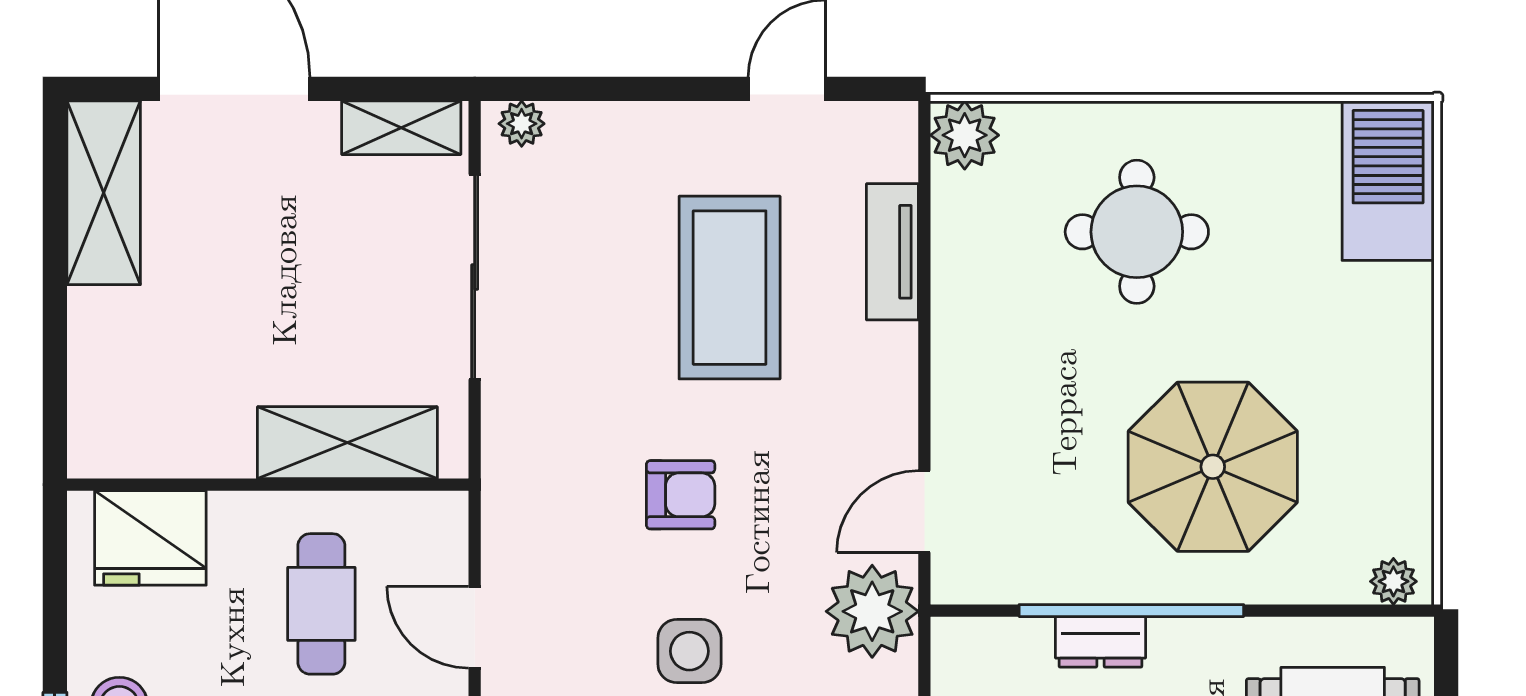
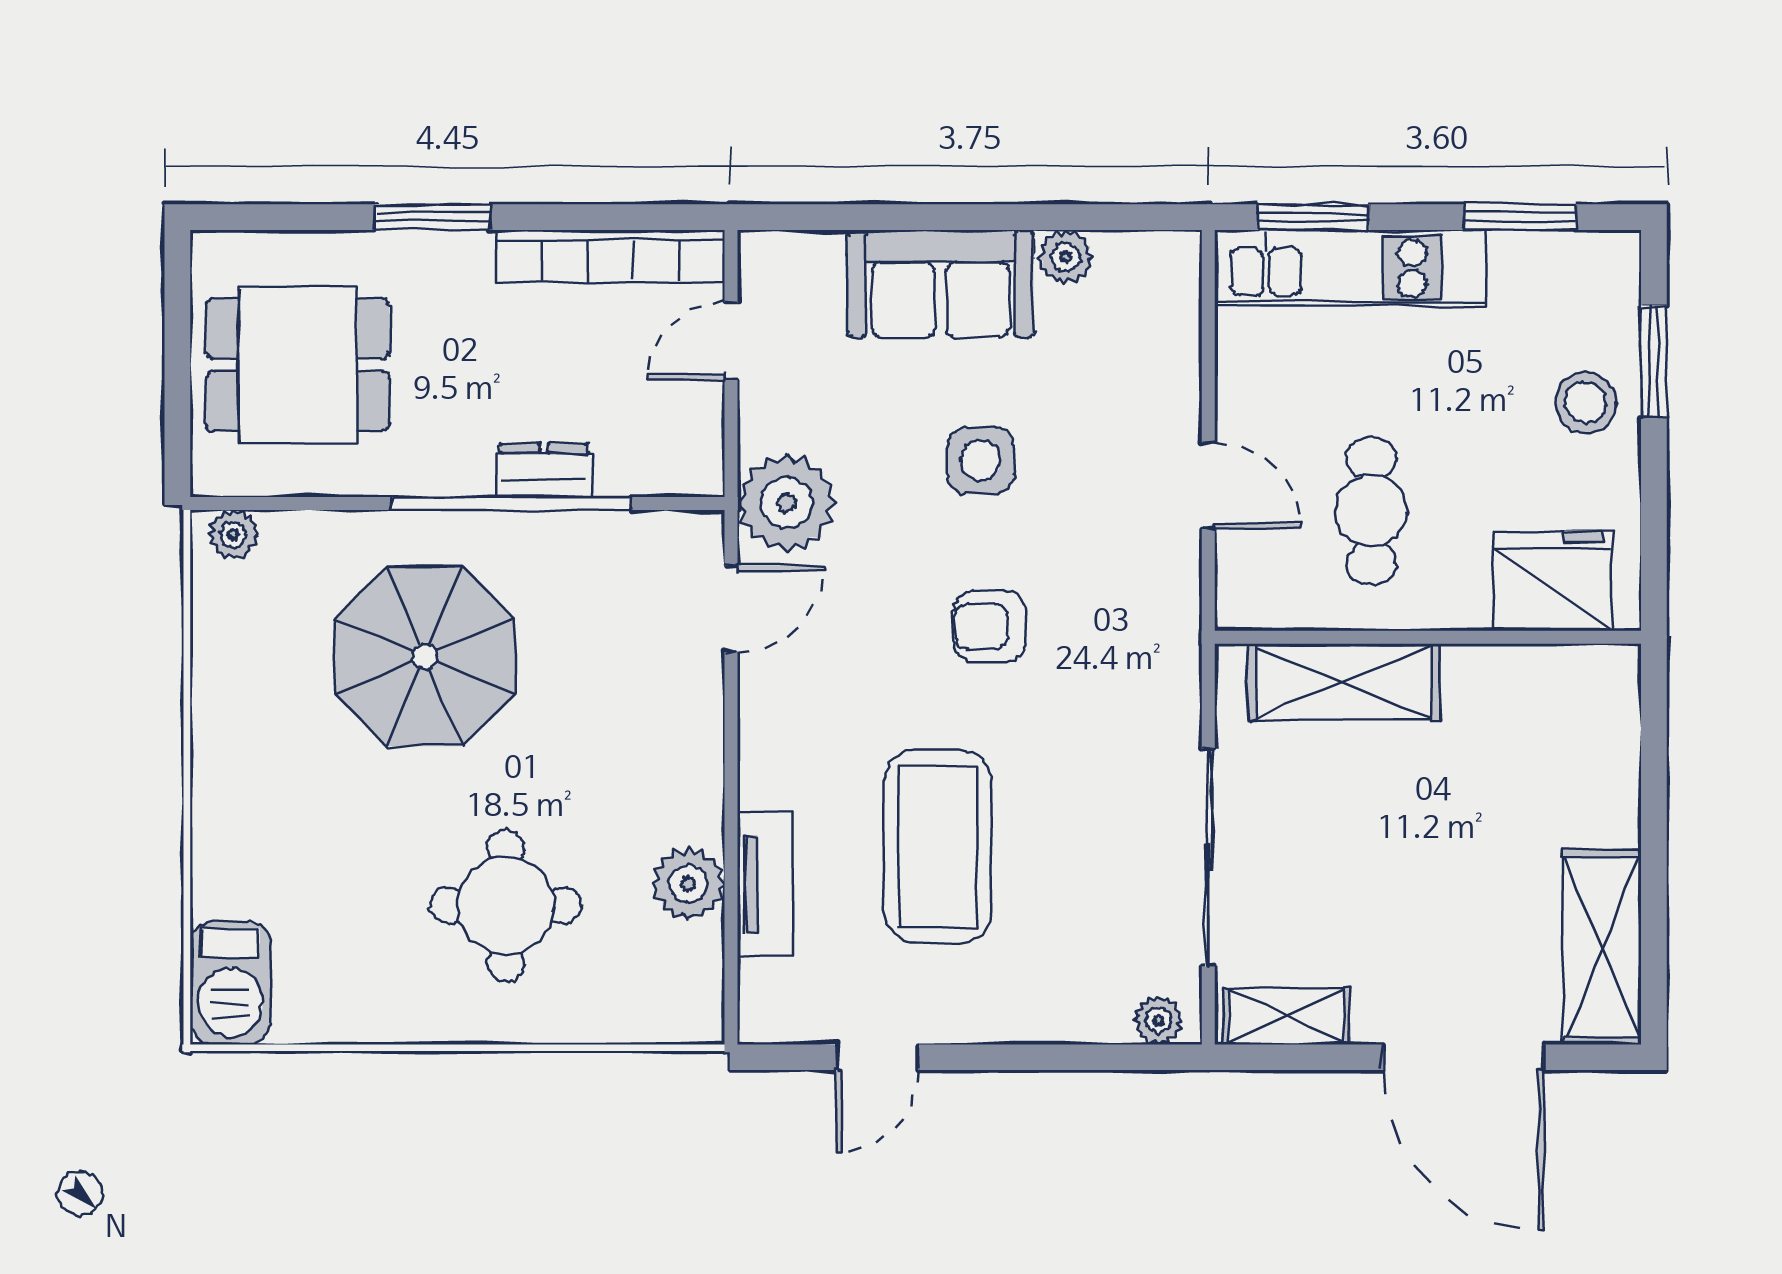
plant: (965, 135) -> (688, 884), moved
barbecue: (1388, 181) -> (230, 983), width x0.73, depth x0.83

